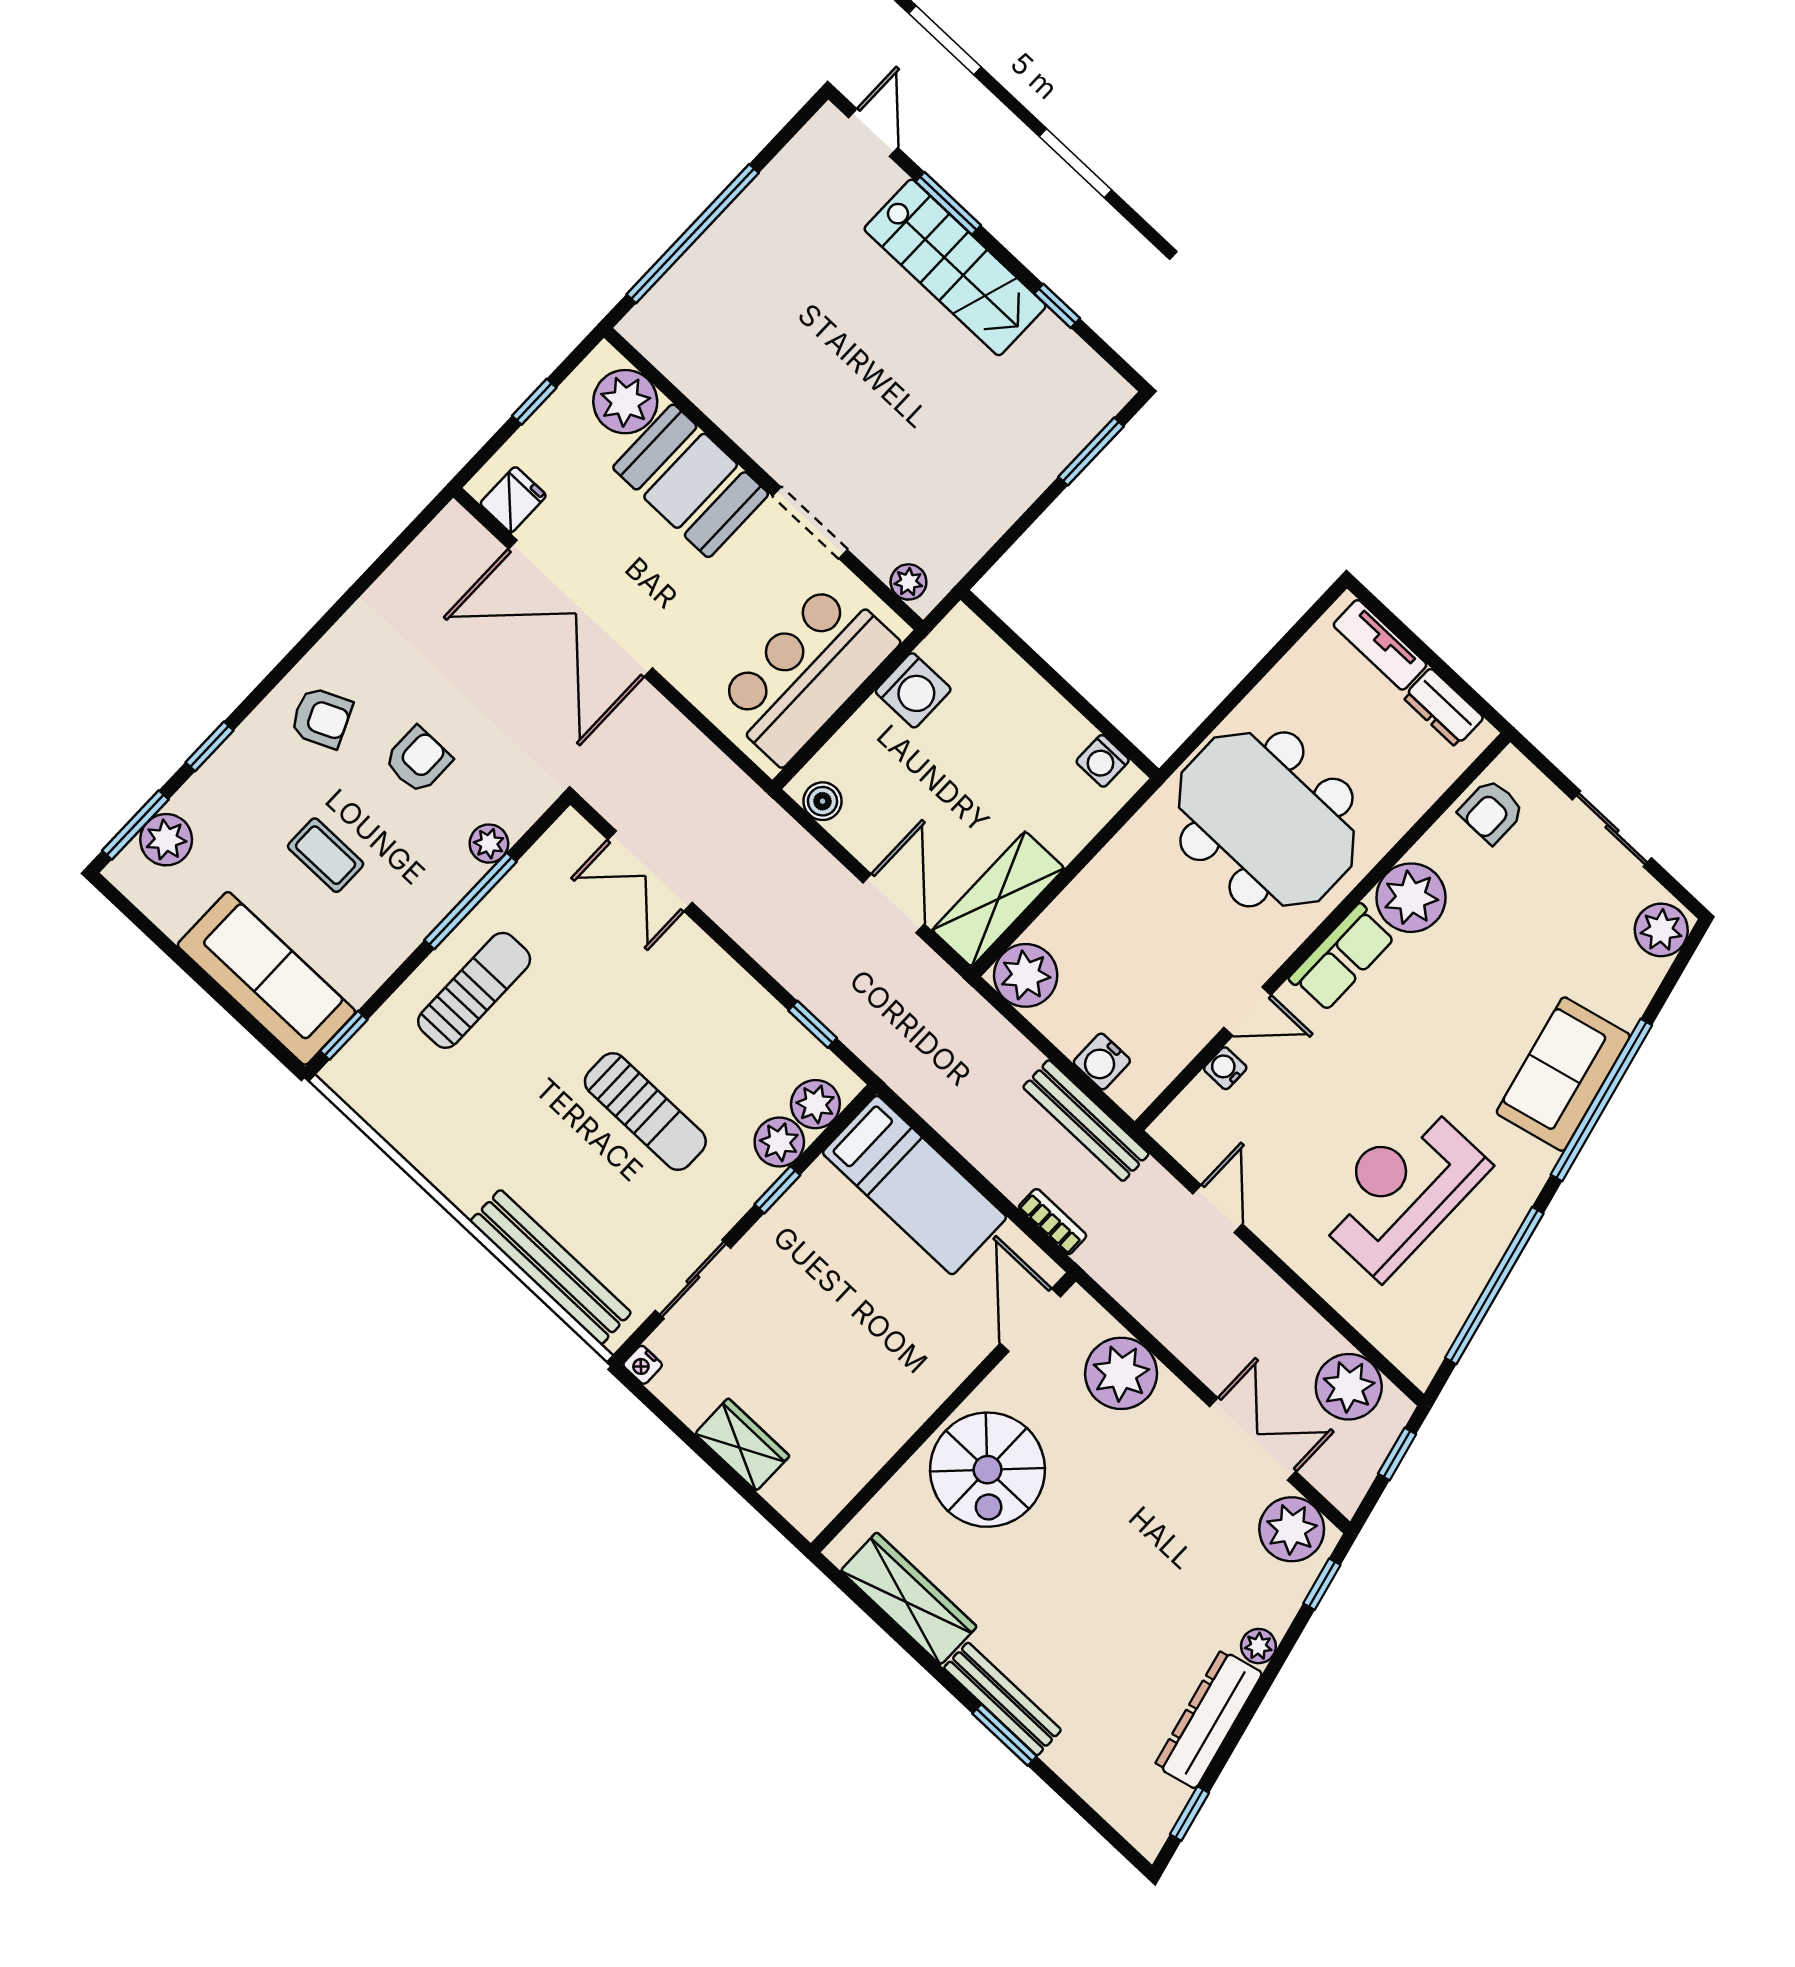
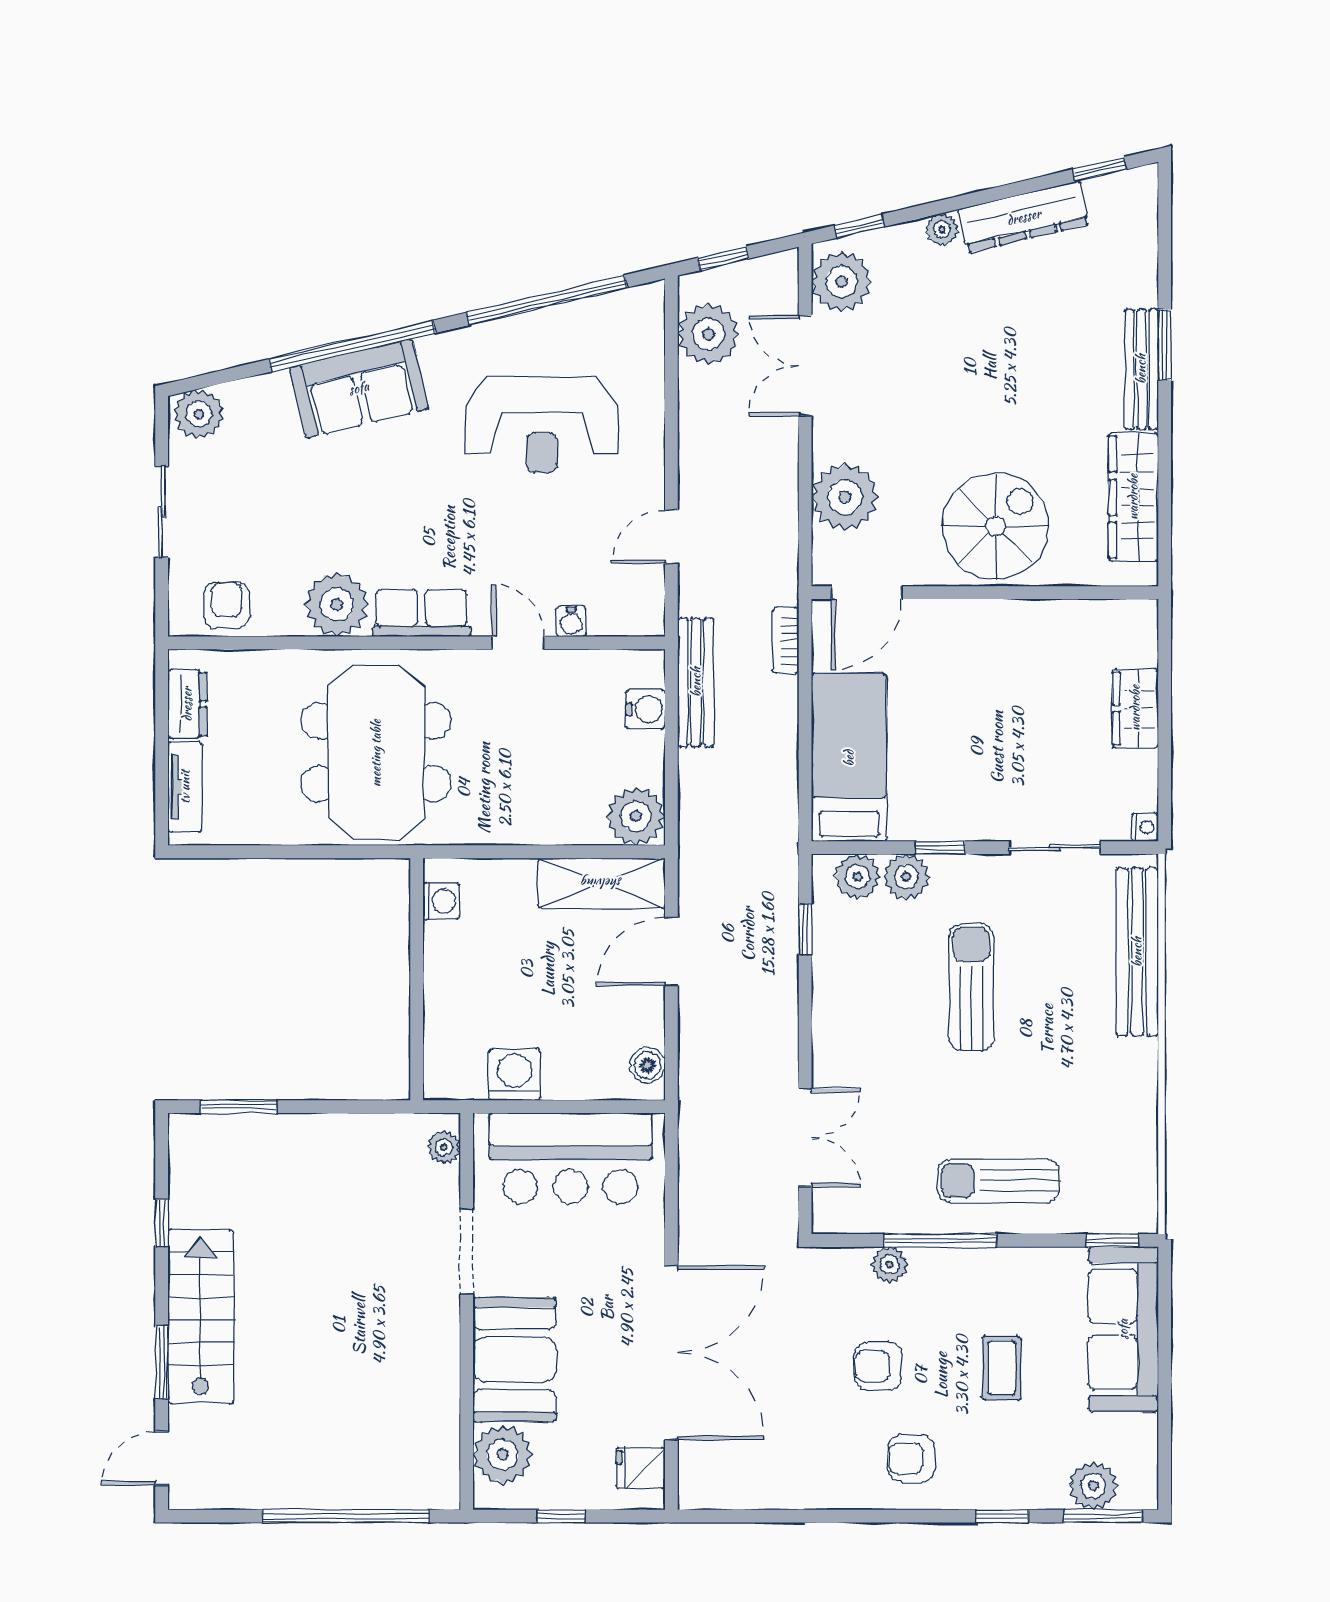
armchair: (321, 718) -> (911, 1459), turned -66
armchair: (1491, 811) -> (227, 605), turned -90

